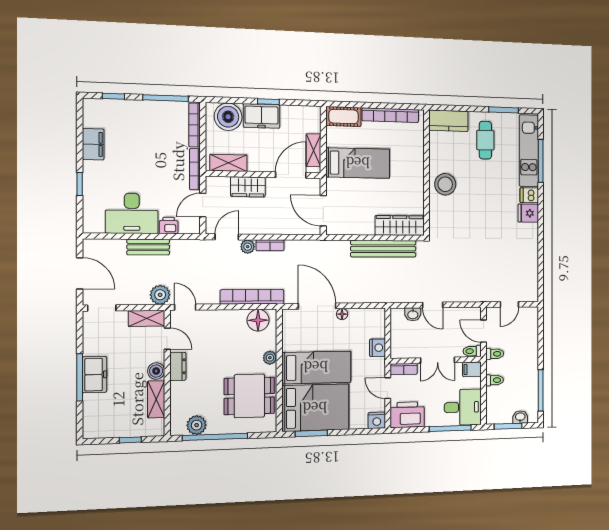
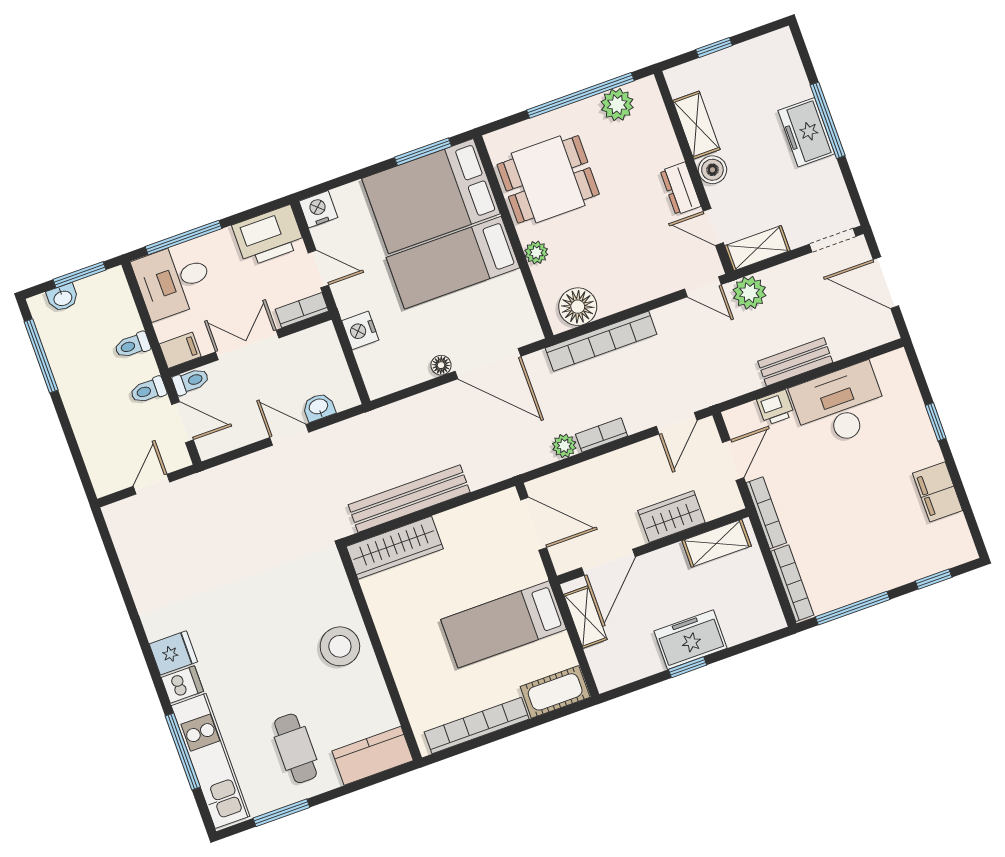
boiler: (228, 117) -> (744, 617), removed
plant: (248, 247) -> (564, 446), moved

